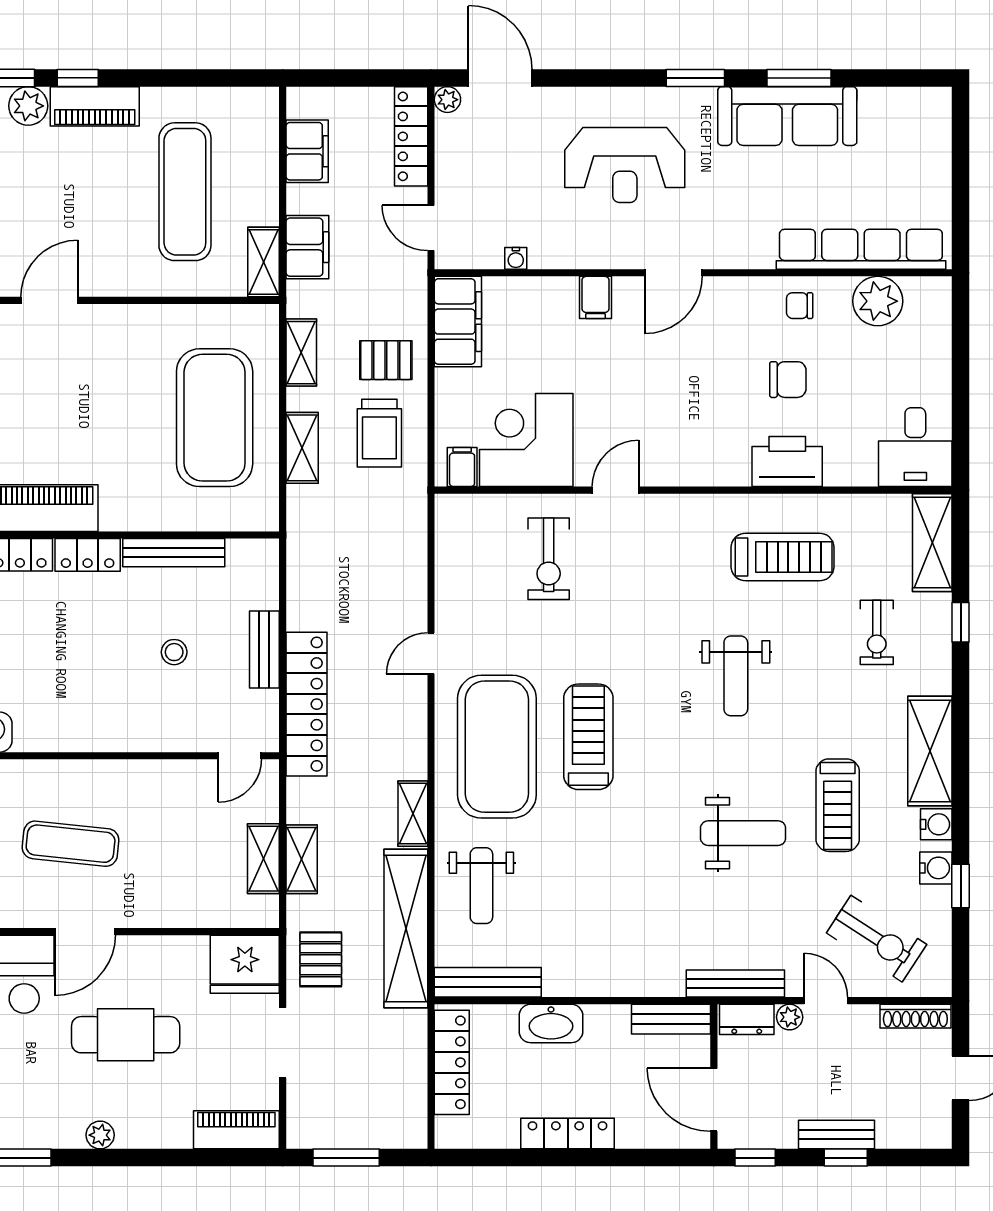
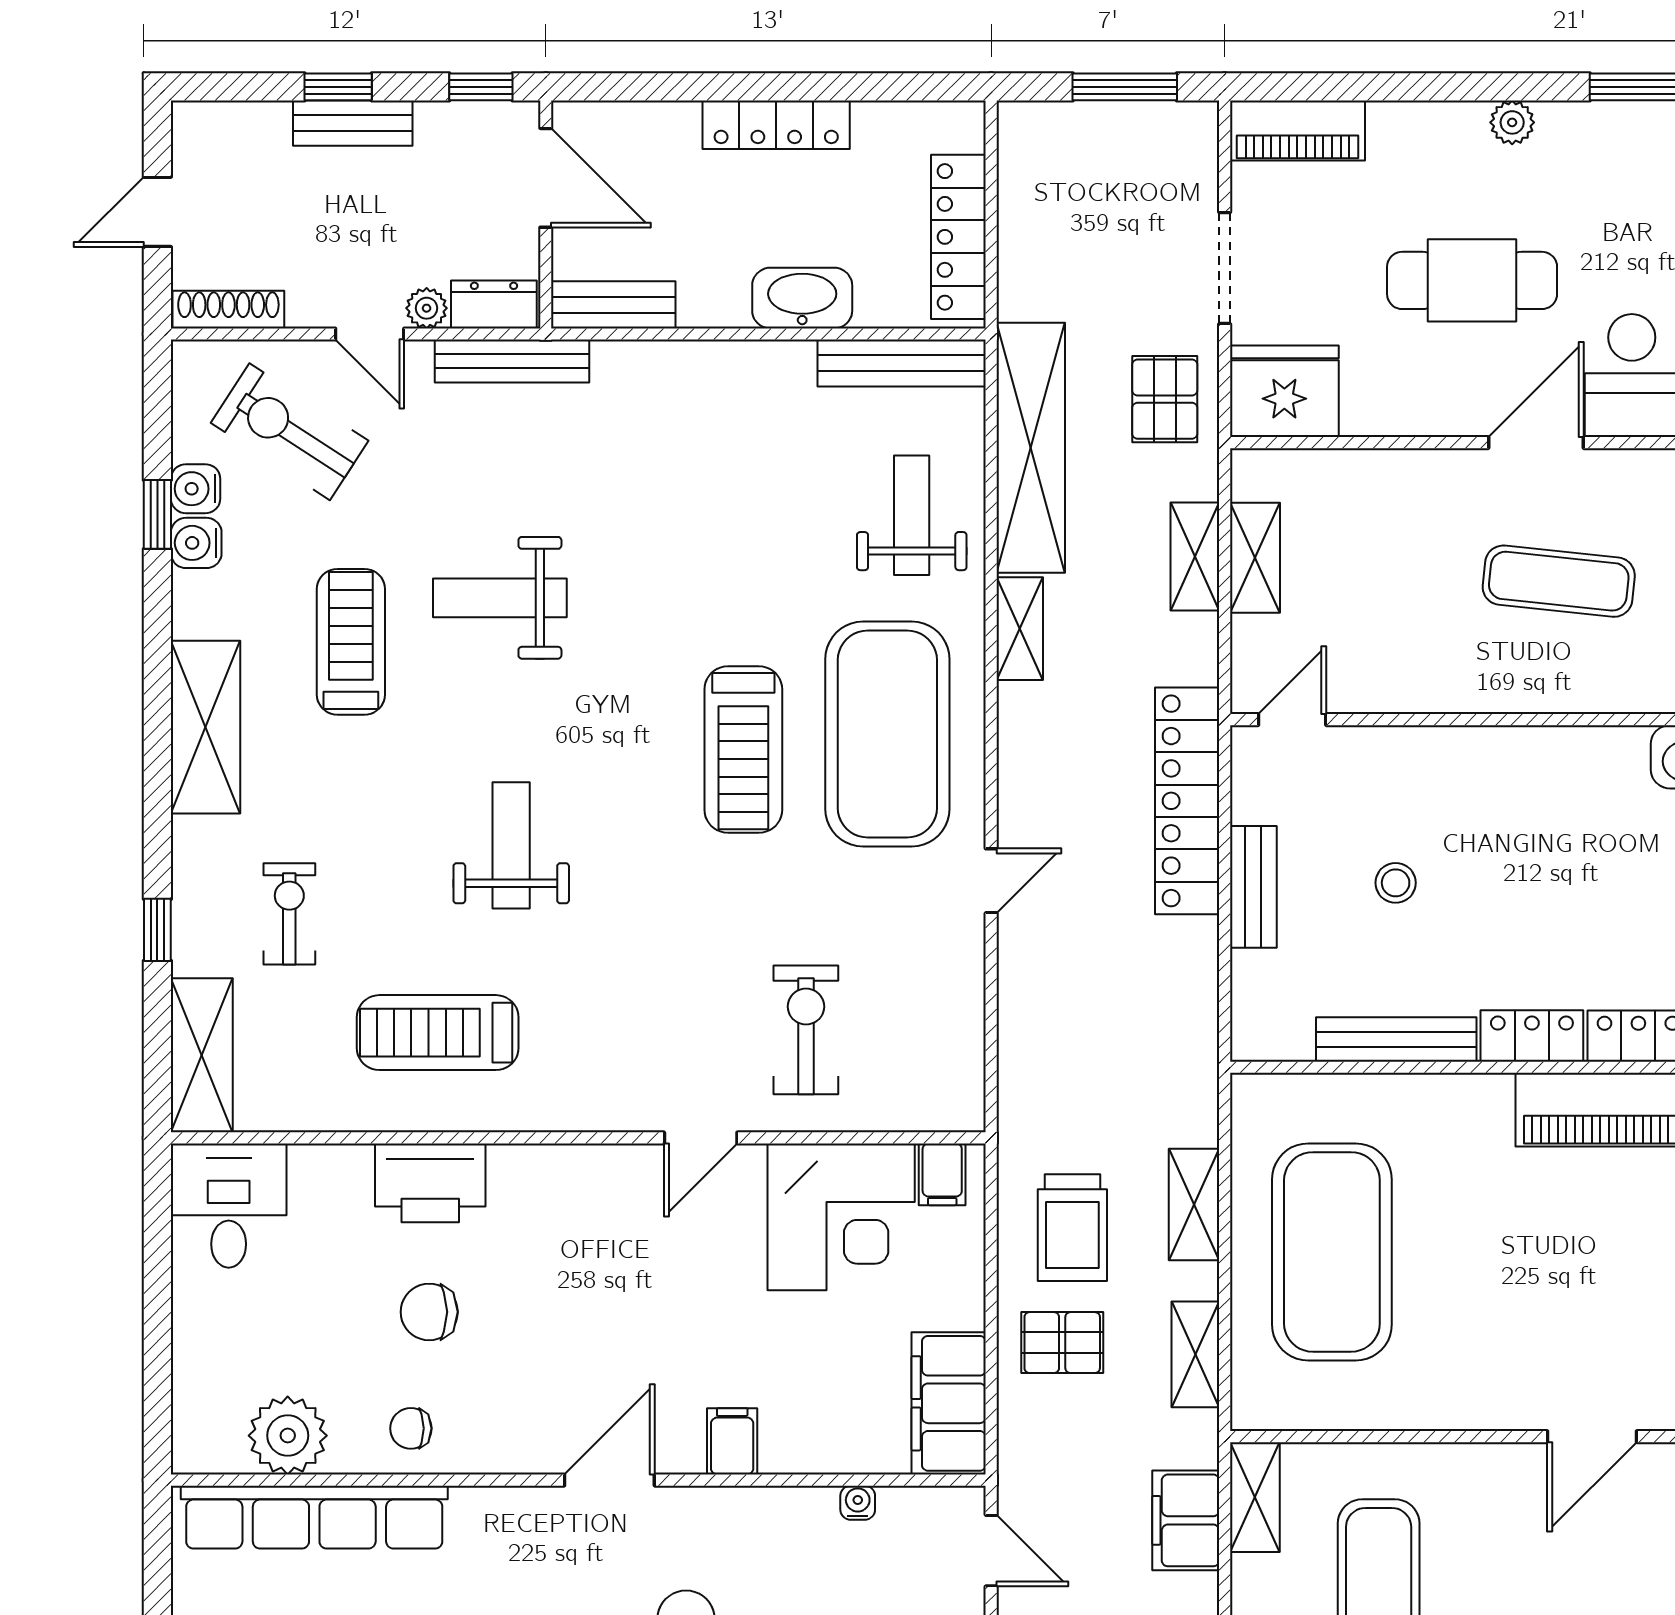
chair: (800, 306) -> (411, 1428), turned 180
trolley: (379, 433) -> (1072, 1228), turned 180
water cooler: (936, 824) -> (196, 489), moved

